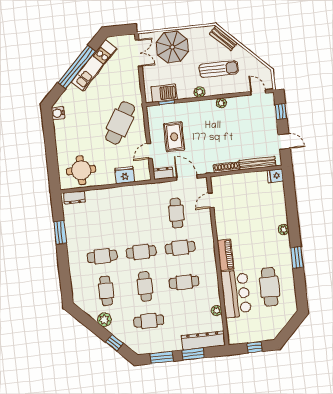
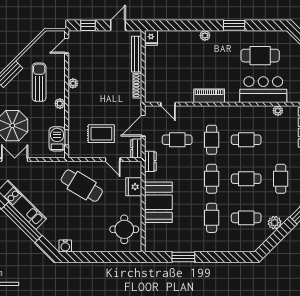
dresser: (74, 197) -> (150, 161), moved
booth: (112, 201) -> (158, 202), added
piano: (225, 255) -> (209, 96), moved
cafe table: (184, 282) -> (246, 140), turned 90

